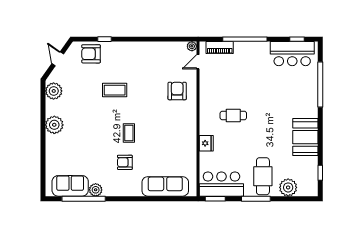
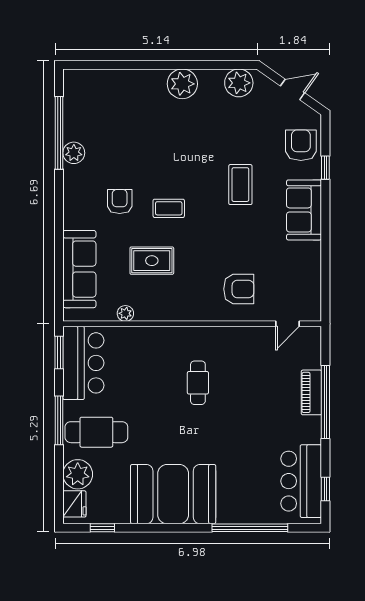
plant: (192, 46) -> (125, 313), moved
piano: (220, 47) -> (311, 392), moved
door: (198, 62) -> (288, 324), swing flipped
booth: (305, 137) -> (173, 494), width x1.36, depth x1.42
rug: (160, 143) -> (152, 261), added
fridge: (206, 143) -> (74, 504), moved, turned -90
sofa: (70, 186) -> (304, 210), moved, turned 180

